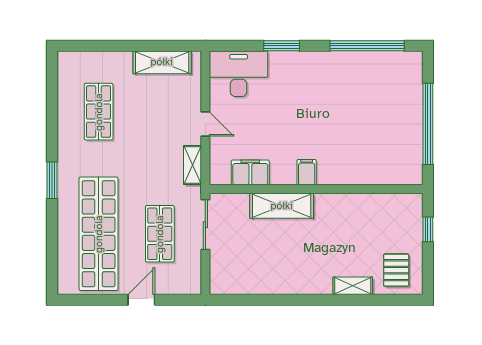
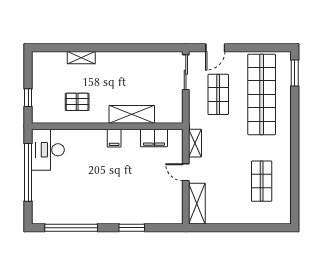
shelving: (162, 62) -> (197, 204), moved, turned 90
desk: (239, 74) -> (48, 150), moved, turned 90
window: (52, 180) -> (295, 73), moved
sliding door: (205, 225) -> (186, 72), moved
pallet: (396, 270) -> (77, 102), moved, turned 90
door: (141, 300) -> (215, 48), moved

